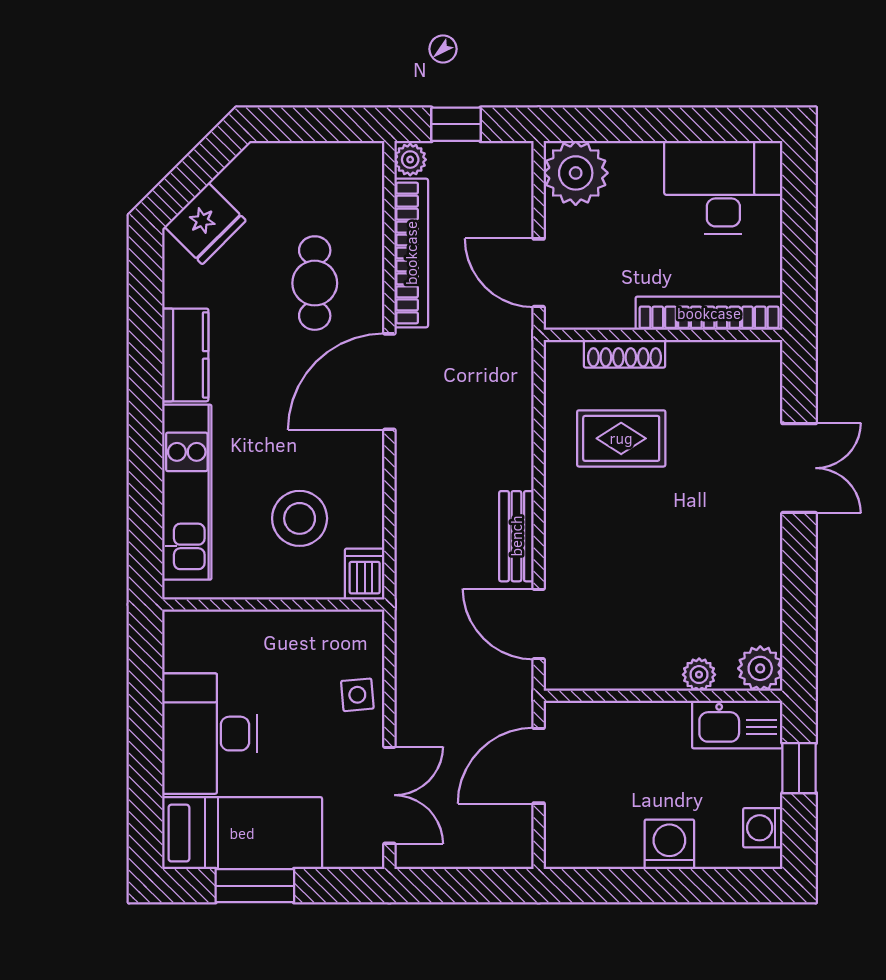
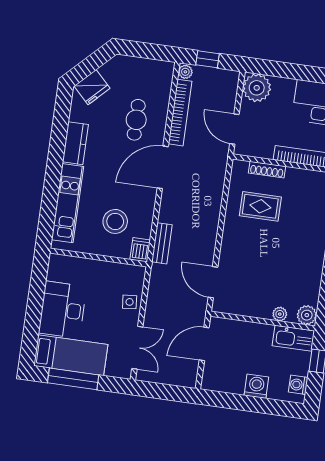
bench: (516, 536) -> (162, 243), moved
window: (255, 886) -> (73, 379), width x1.44

